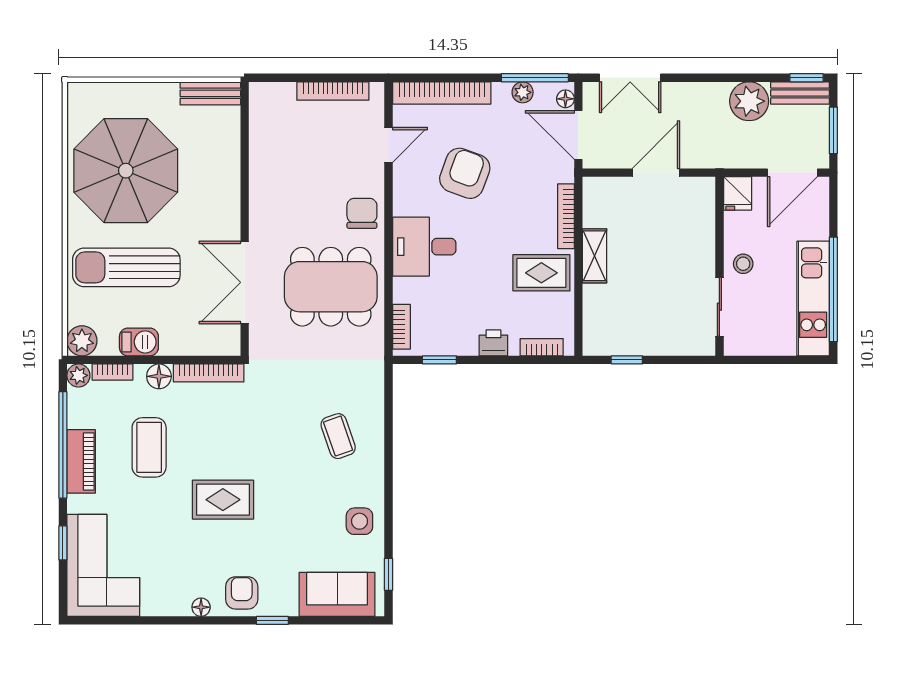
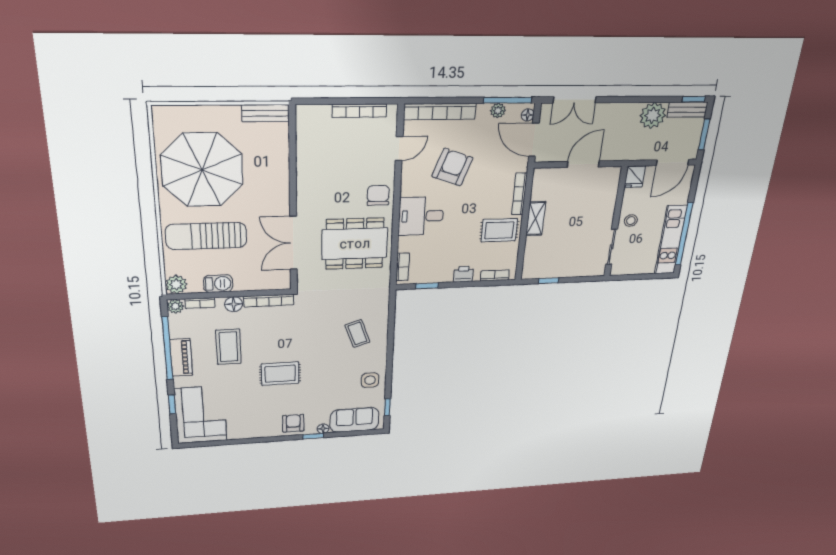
floor lamp: (201, 607) -> (323, 429), moved

